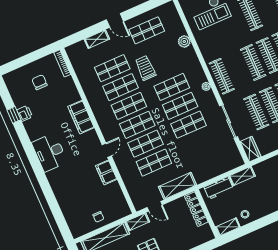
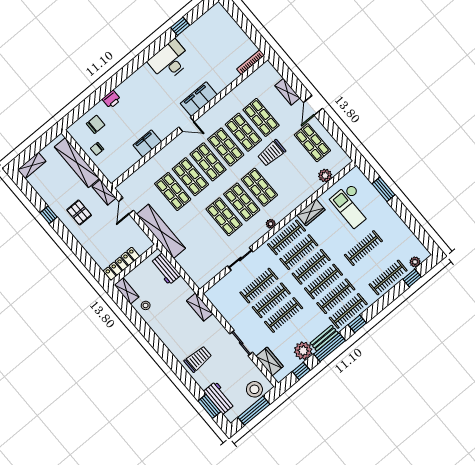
plant: (184, 41) -> (325, 176), moved
trolley: (145, 68) -> (272, 153), turned 180
clothes rail: (237, 69) -> (299, 252), added
chair: (40, 82) -> (96, 124), moved
printer: (25, 113) -> (111, 99), moved
sliding door: (229, 121) -> (240, 259), width x0.73
wardrobe: (251, 149) -> (311, 212), moved
door: (107, 150) -> (186, 124), moved
desk: (50, 152) -> (170, 61), moved
shelving: (242, 176) -> (200, 307), moved
shelving: (178, 186) -> (161, 231), width x1.47
locker: (196, 209) -> (121, 264), moved

